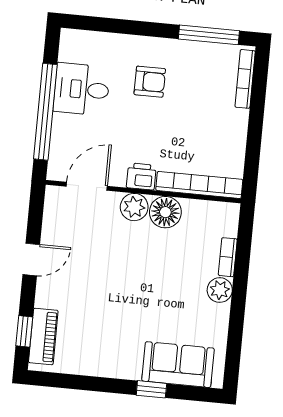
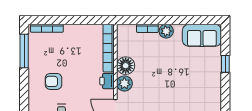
armchair: (150, 82) -> (54, 81), turned -90
sofa: (178, 365) -> (202, 35), moved, turned -90

